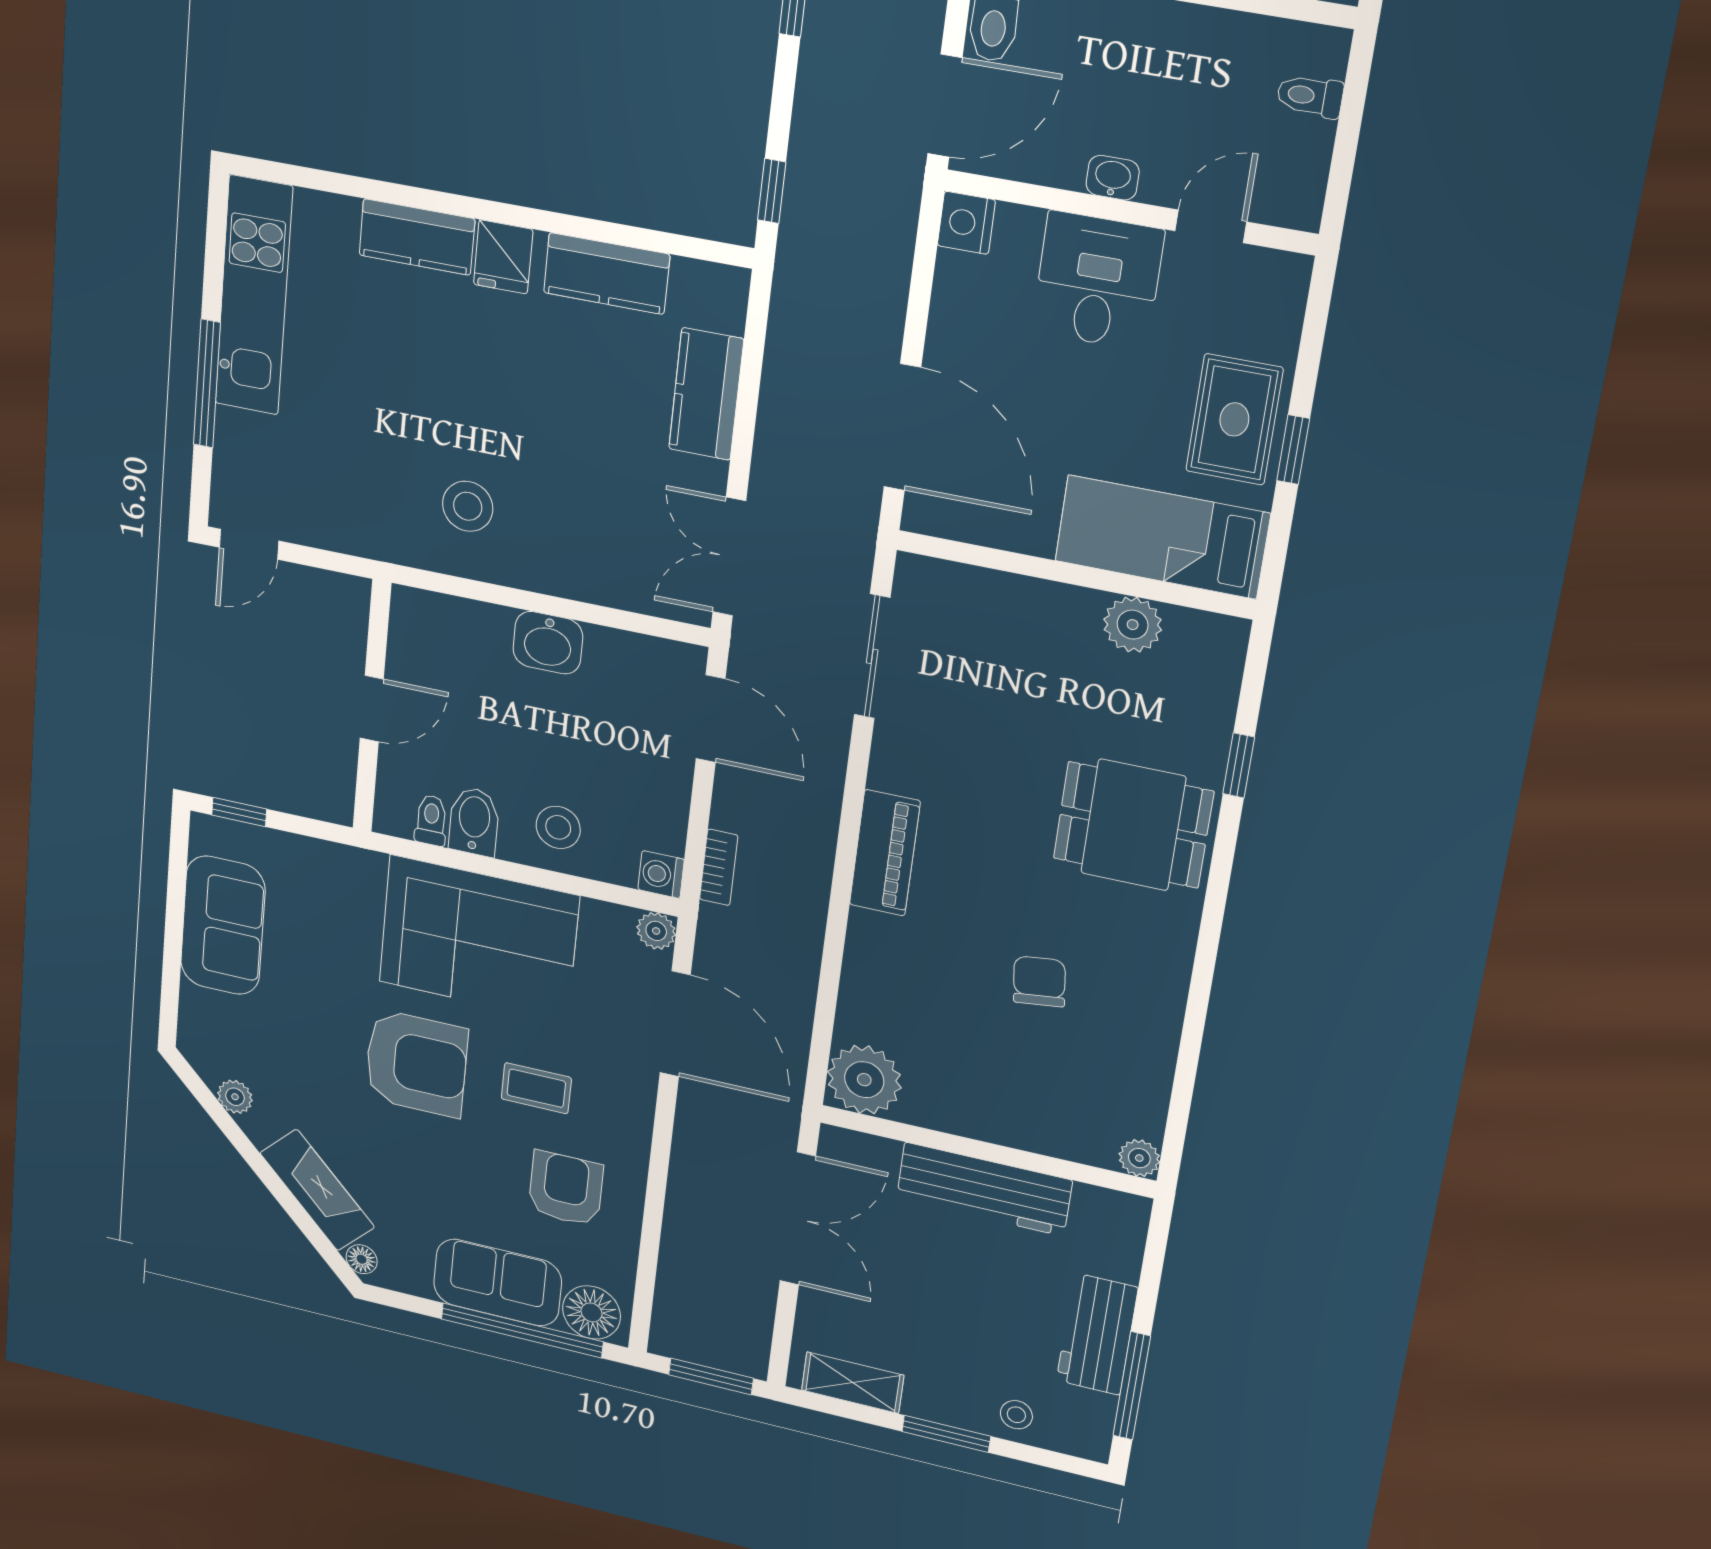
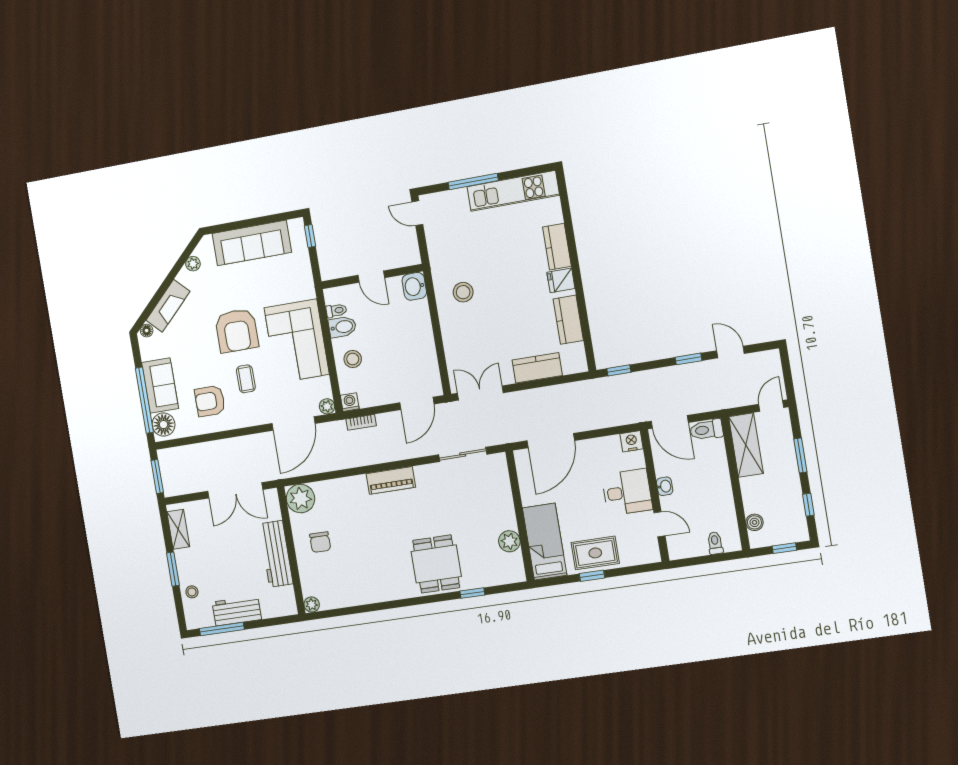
washbasin: (548, 643) -> (414, 286), moved
sofa: (223, 925) -> (252, 243), width x1.36
chair: (1039, 981) -> (320, 542), moved, turned 97
armchair: (566, 1189) -> (210, 401), turned 180

